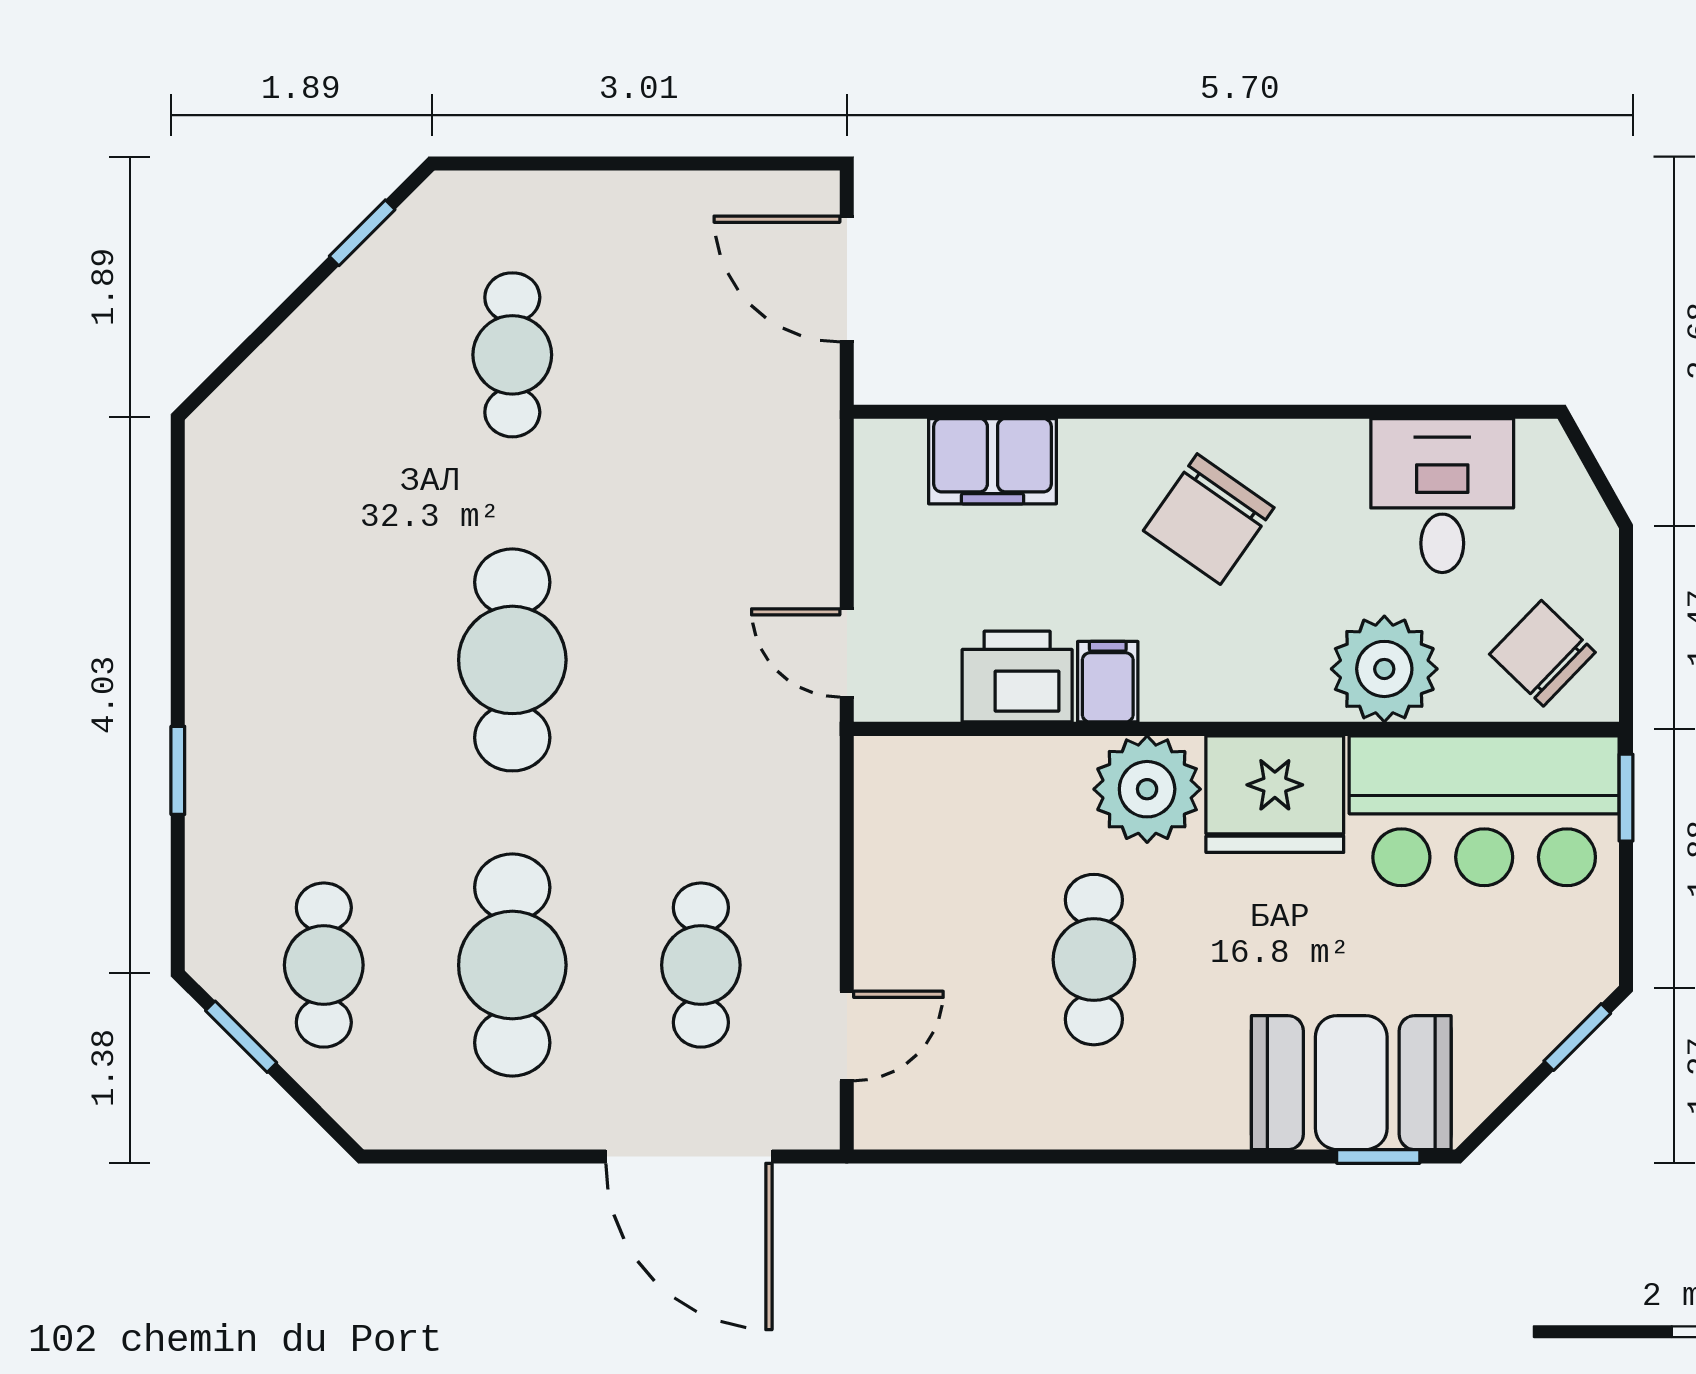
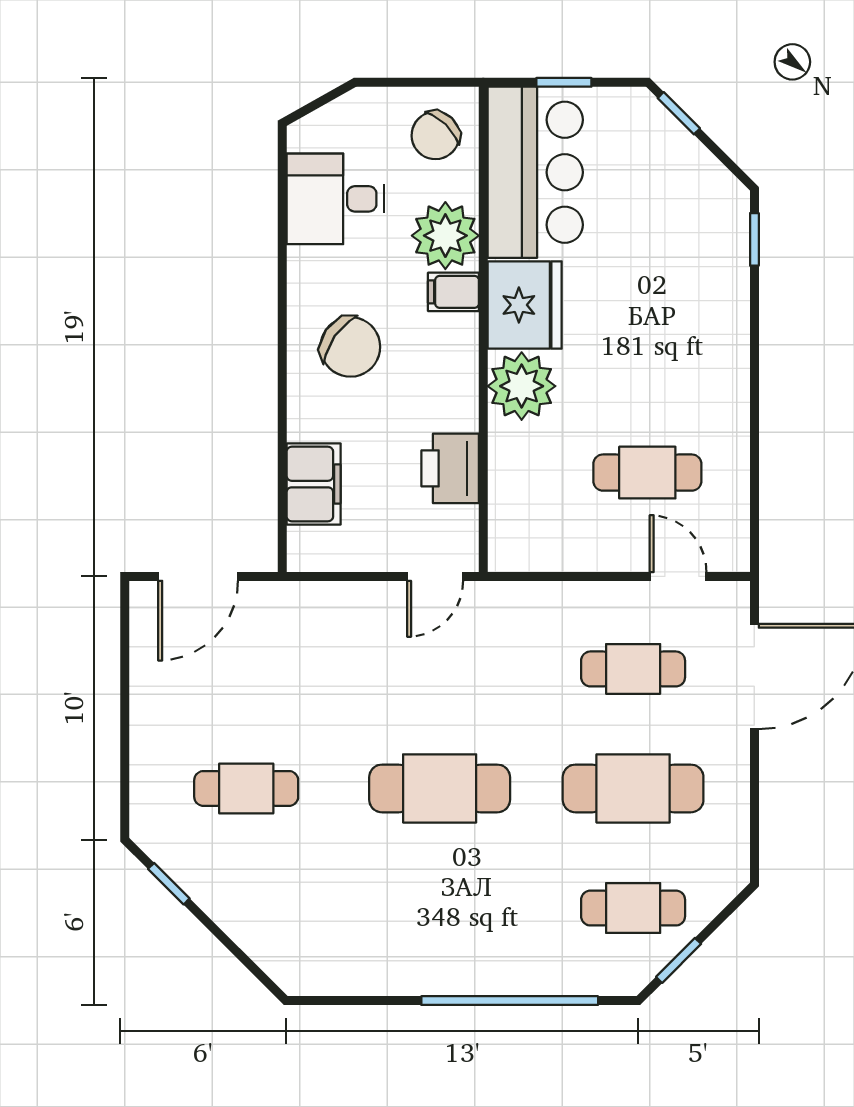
filing cabinet: (1108, 682) -> (453, 292), moved
window: (178, 770) -> (510, 1001), width x3.17
window: (1626, 798) -> (564, 82), moved
cafe table: (1094, 960) -> (647, 473), moved
booth: (1351, 1083) -> (708, 257), removed

